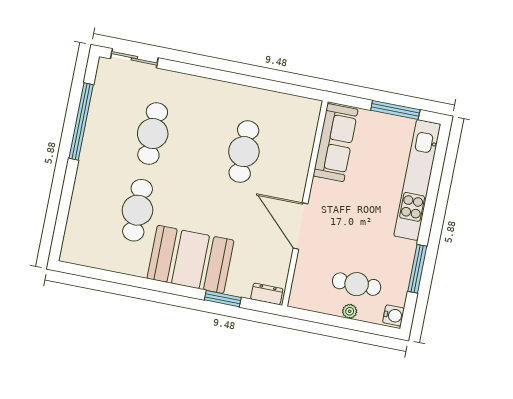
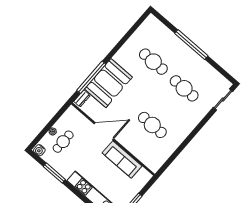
window: (81, 121) -> (191, 45), moved
sofa: (335, 143) -> (122, 159), moved
booth: (190, 259) -> (108, 83), moved
window: (223, 299) -> (91, 77), width x2.11

